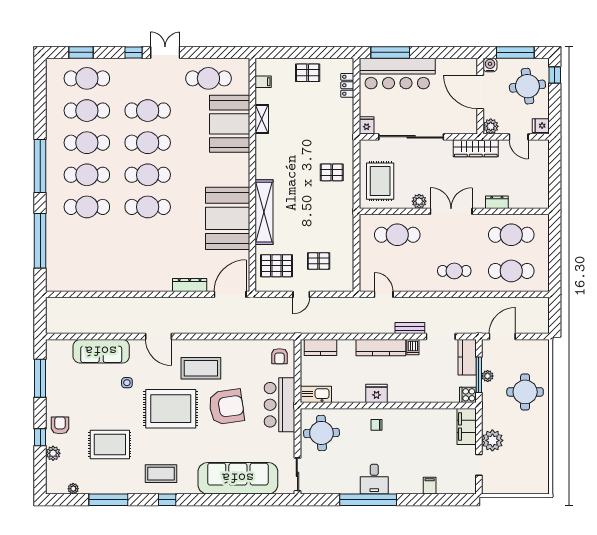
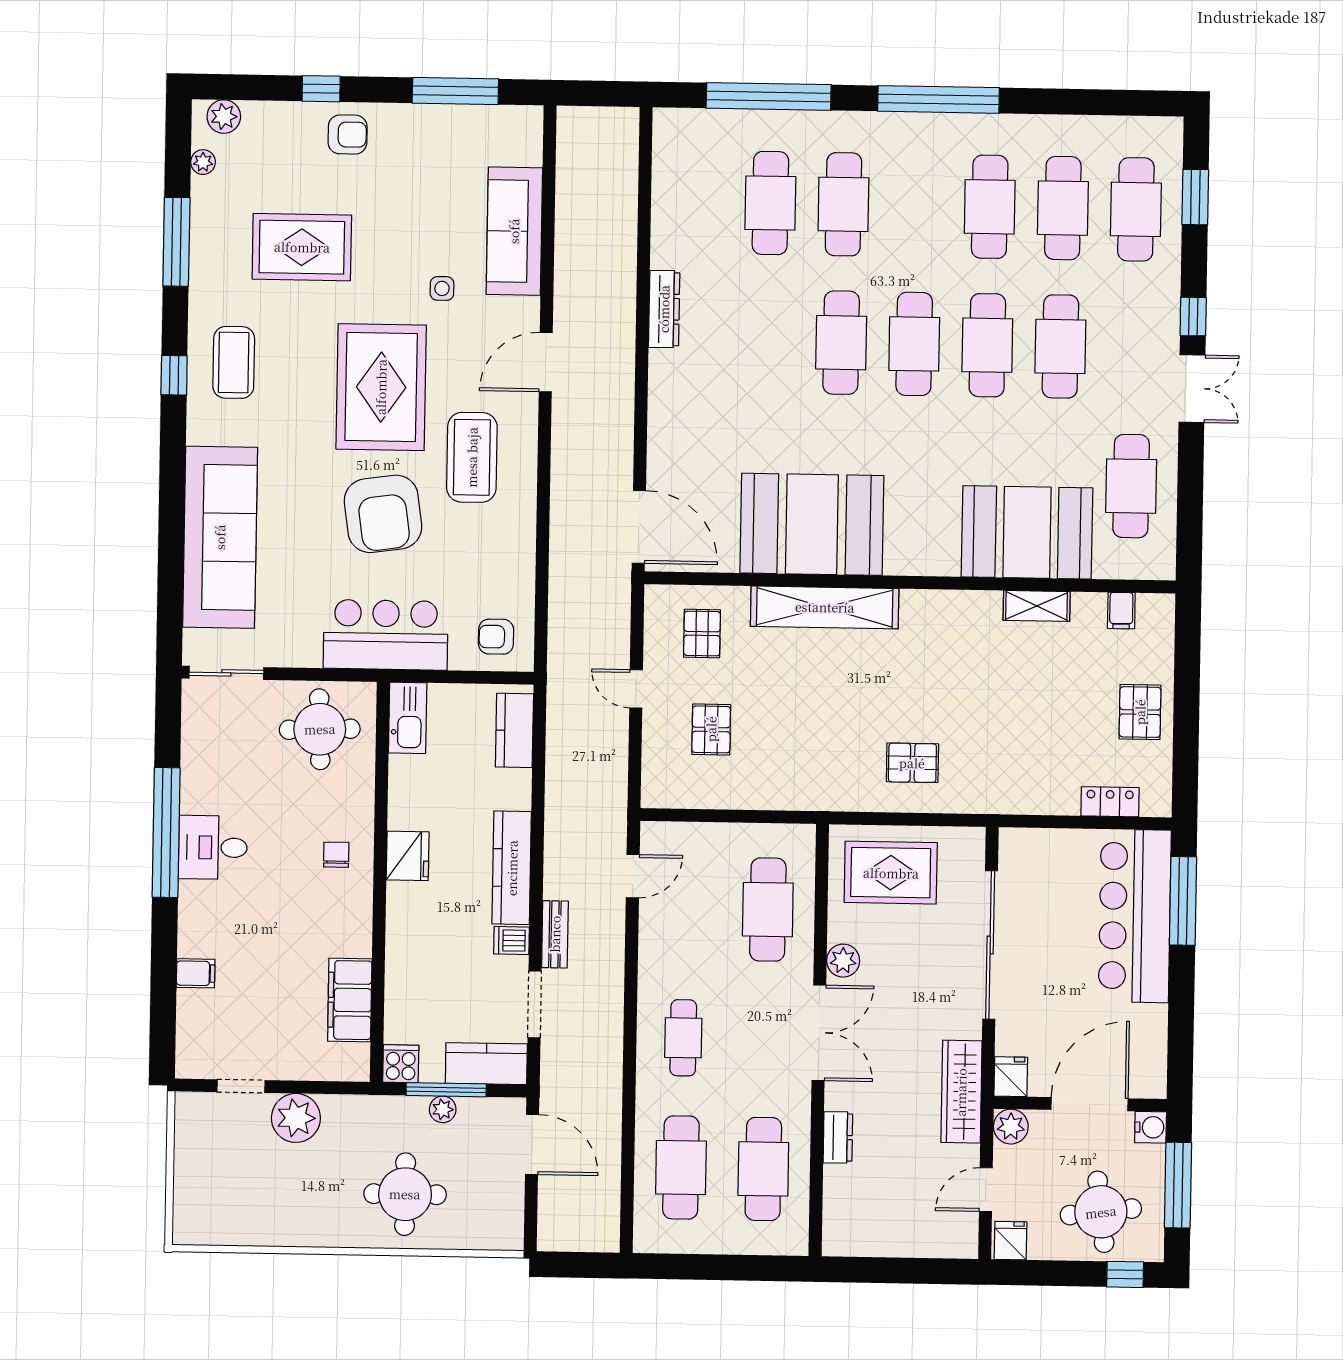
fridge: (367, 125) -> (1011, 1077), moved, turned -90
pallet: (332, 172) -> (912, 763), turned 90
cafe table: (87, 175) -> (770, 203), moved
pallet: (277, 266) -> (702, 634), width x0.67, depth x0.71
dresser: (190, 285) -> (664, 309), moved
filing cabinet: (467, 426) -> (350, 1000), moved, turned -90
rug: (110, 445) -> (302, 247), turned 90
plant: (53, 453) -> (224, 117), moved

